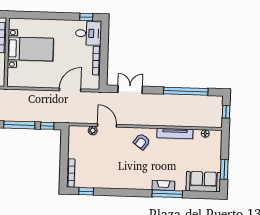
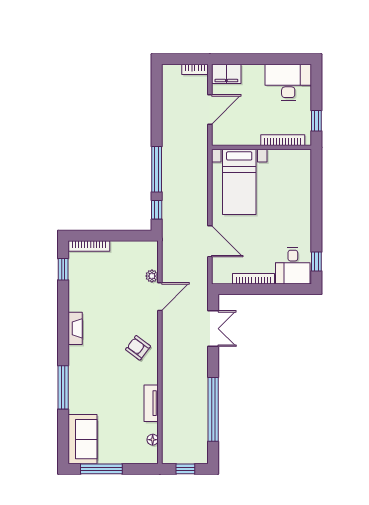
bed with nightstands: (30, 49) -> (239, 182), moved
tv unit: (175, 134) -> (151, 403), width x0.71
window: (224, 169) -> (101, 469), width x1.44
fireplace: (163, 185) -> (75, 328), moved

